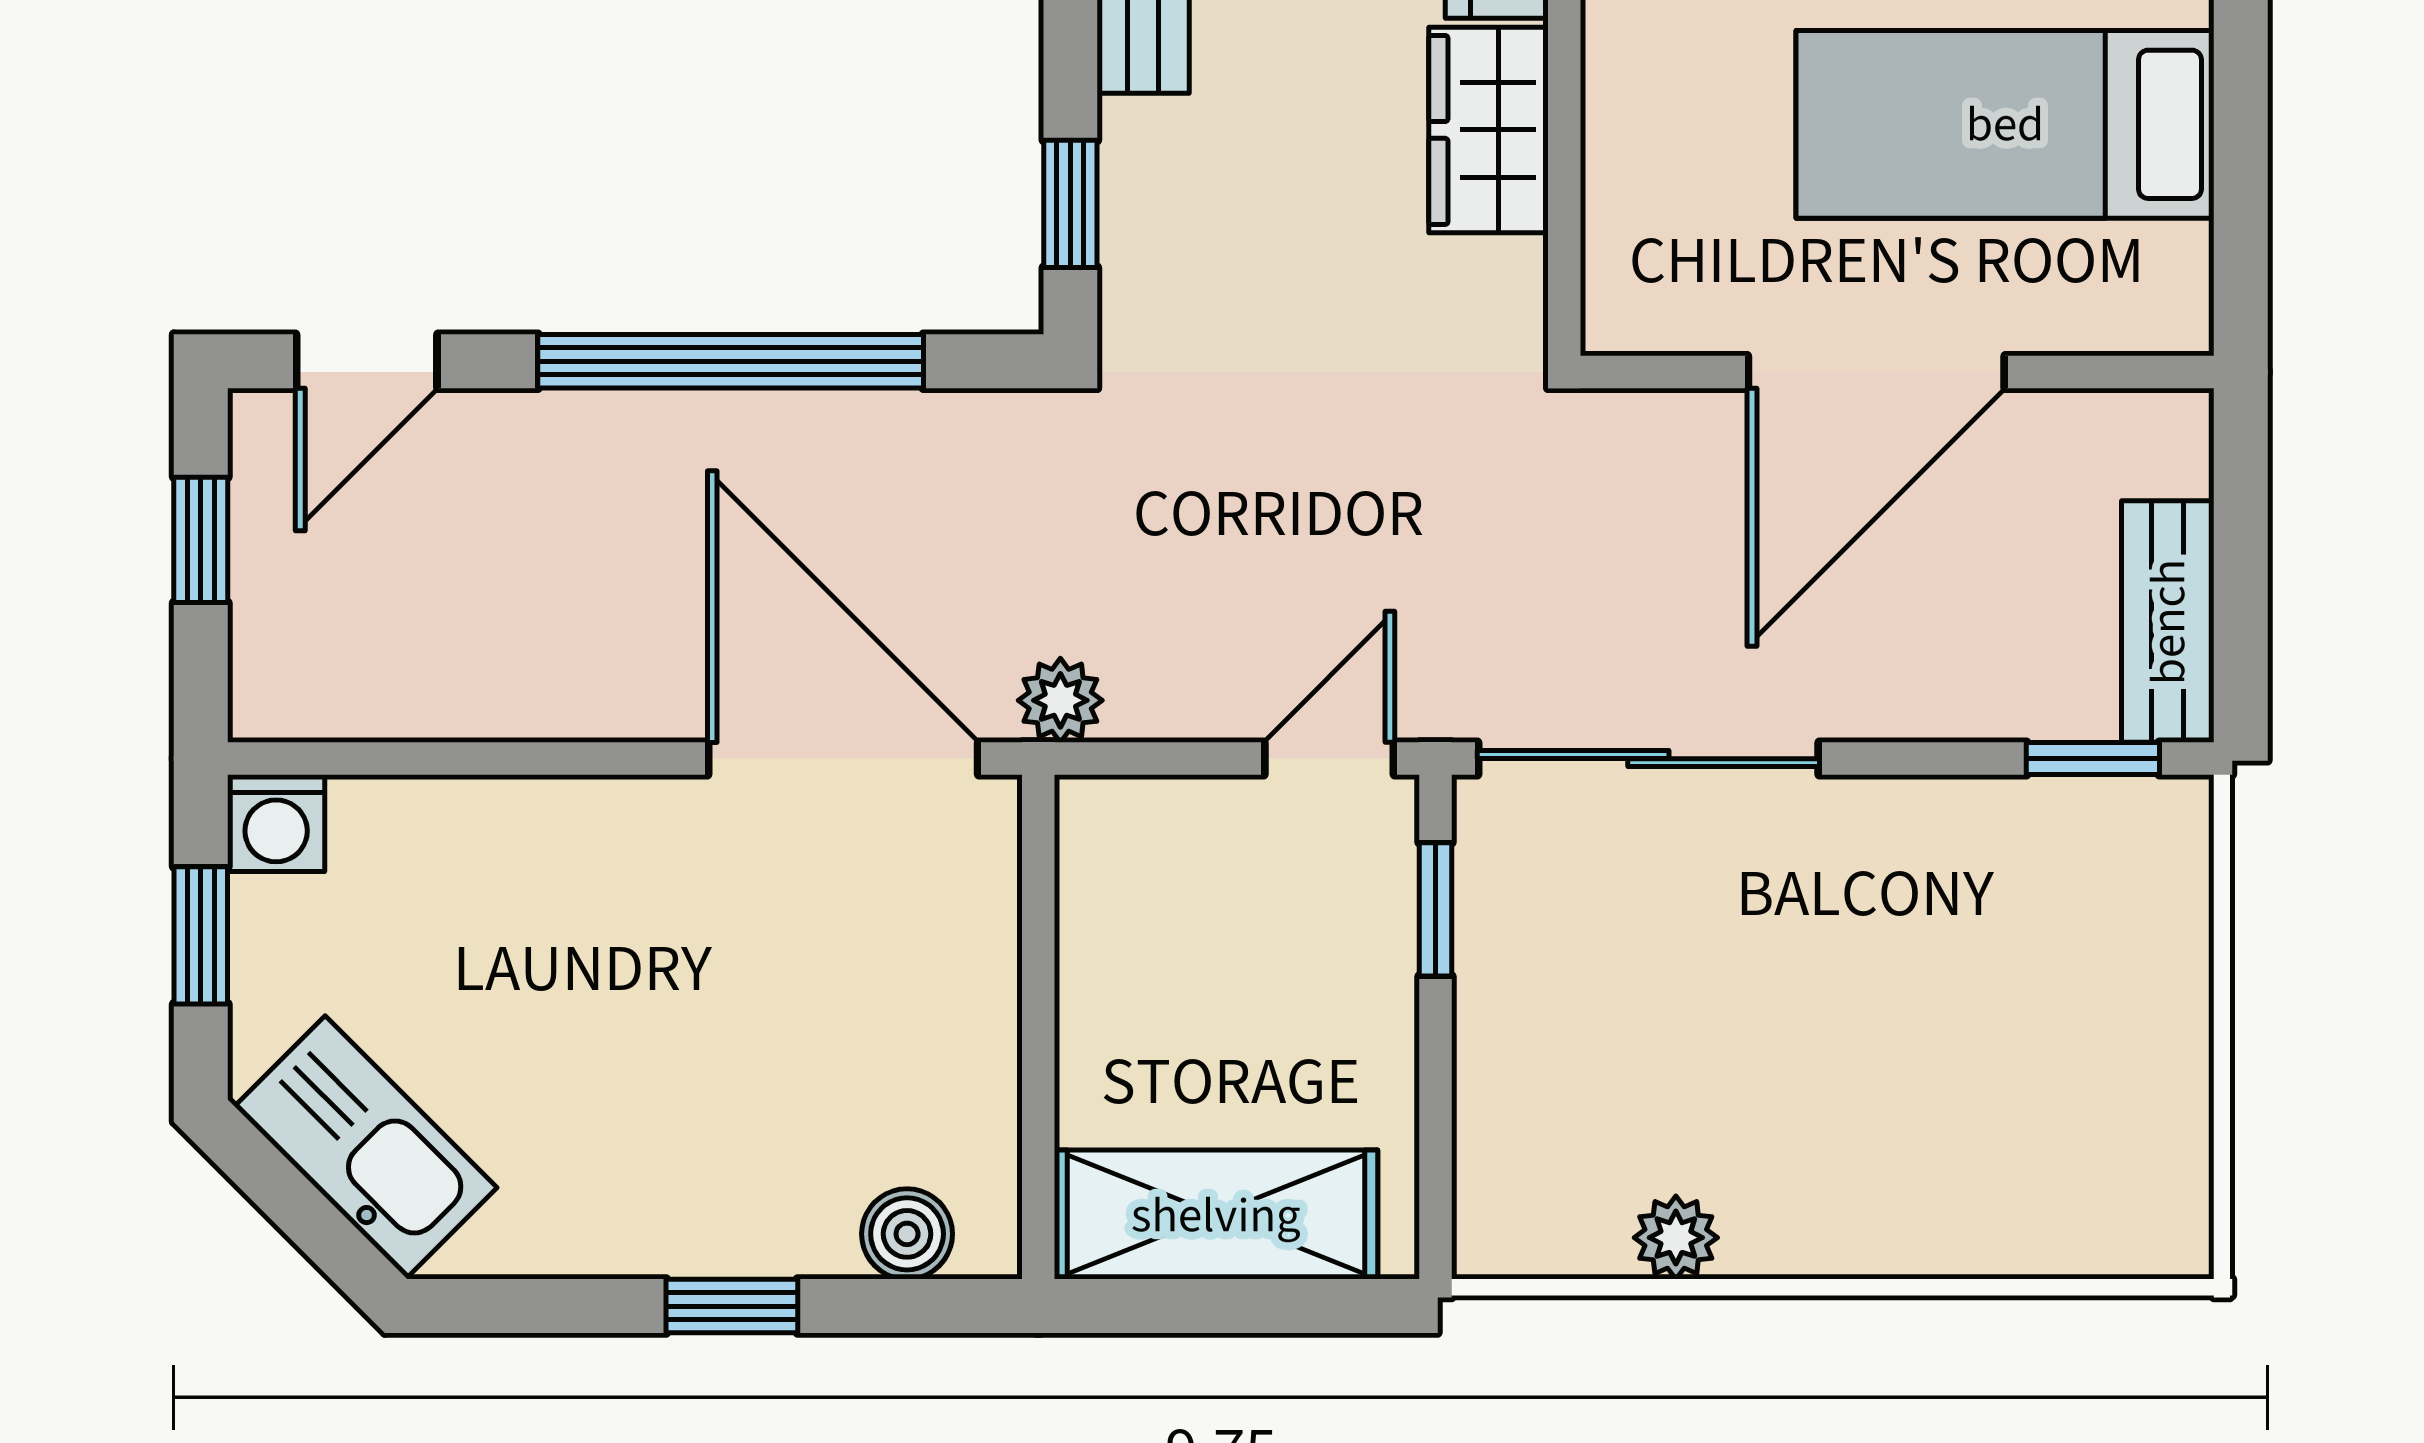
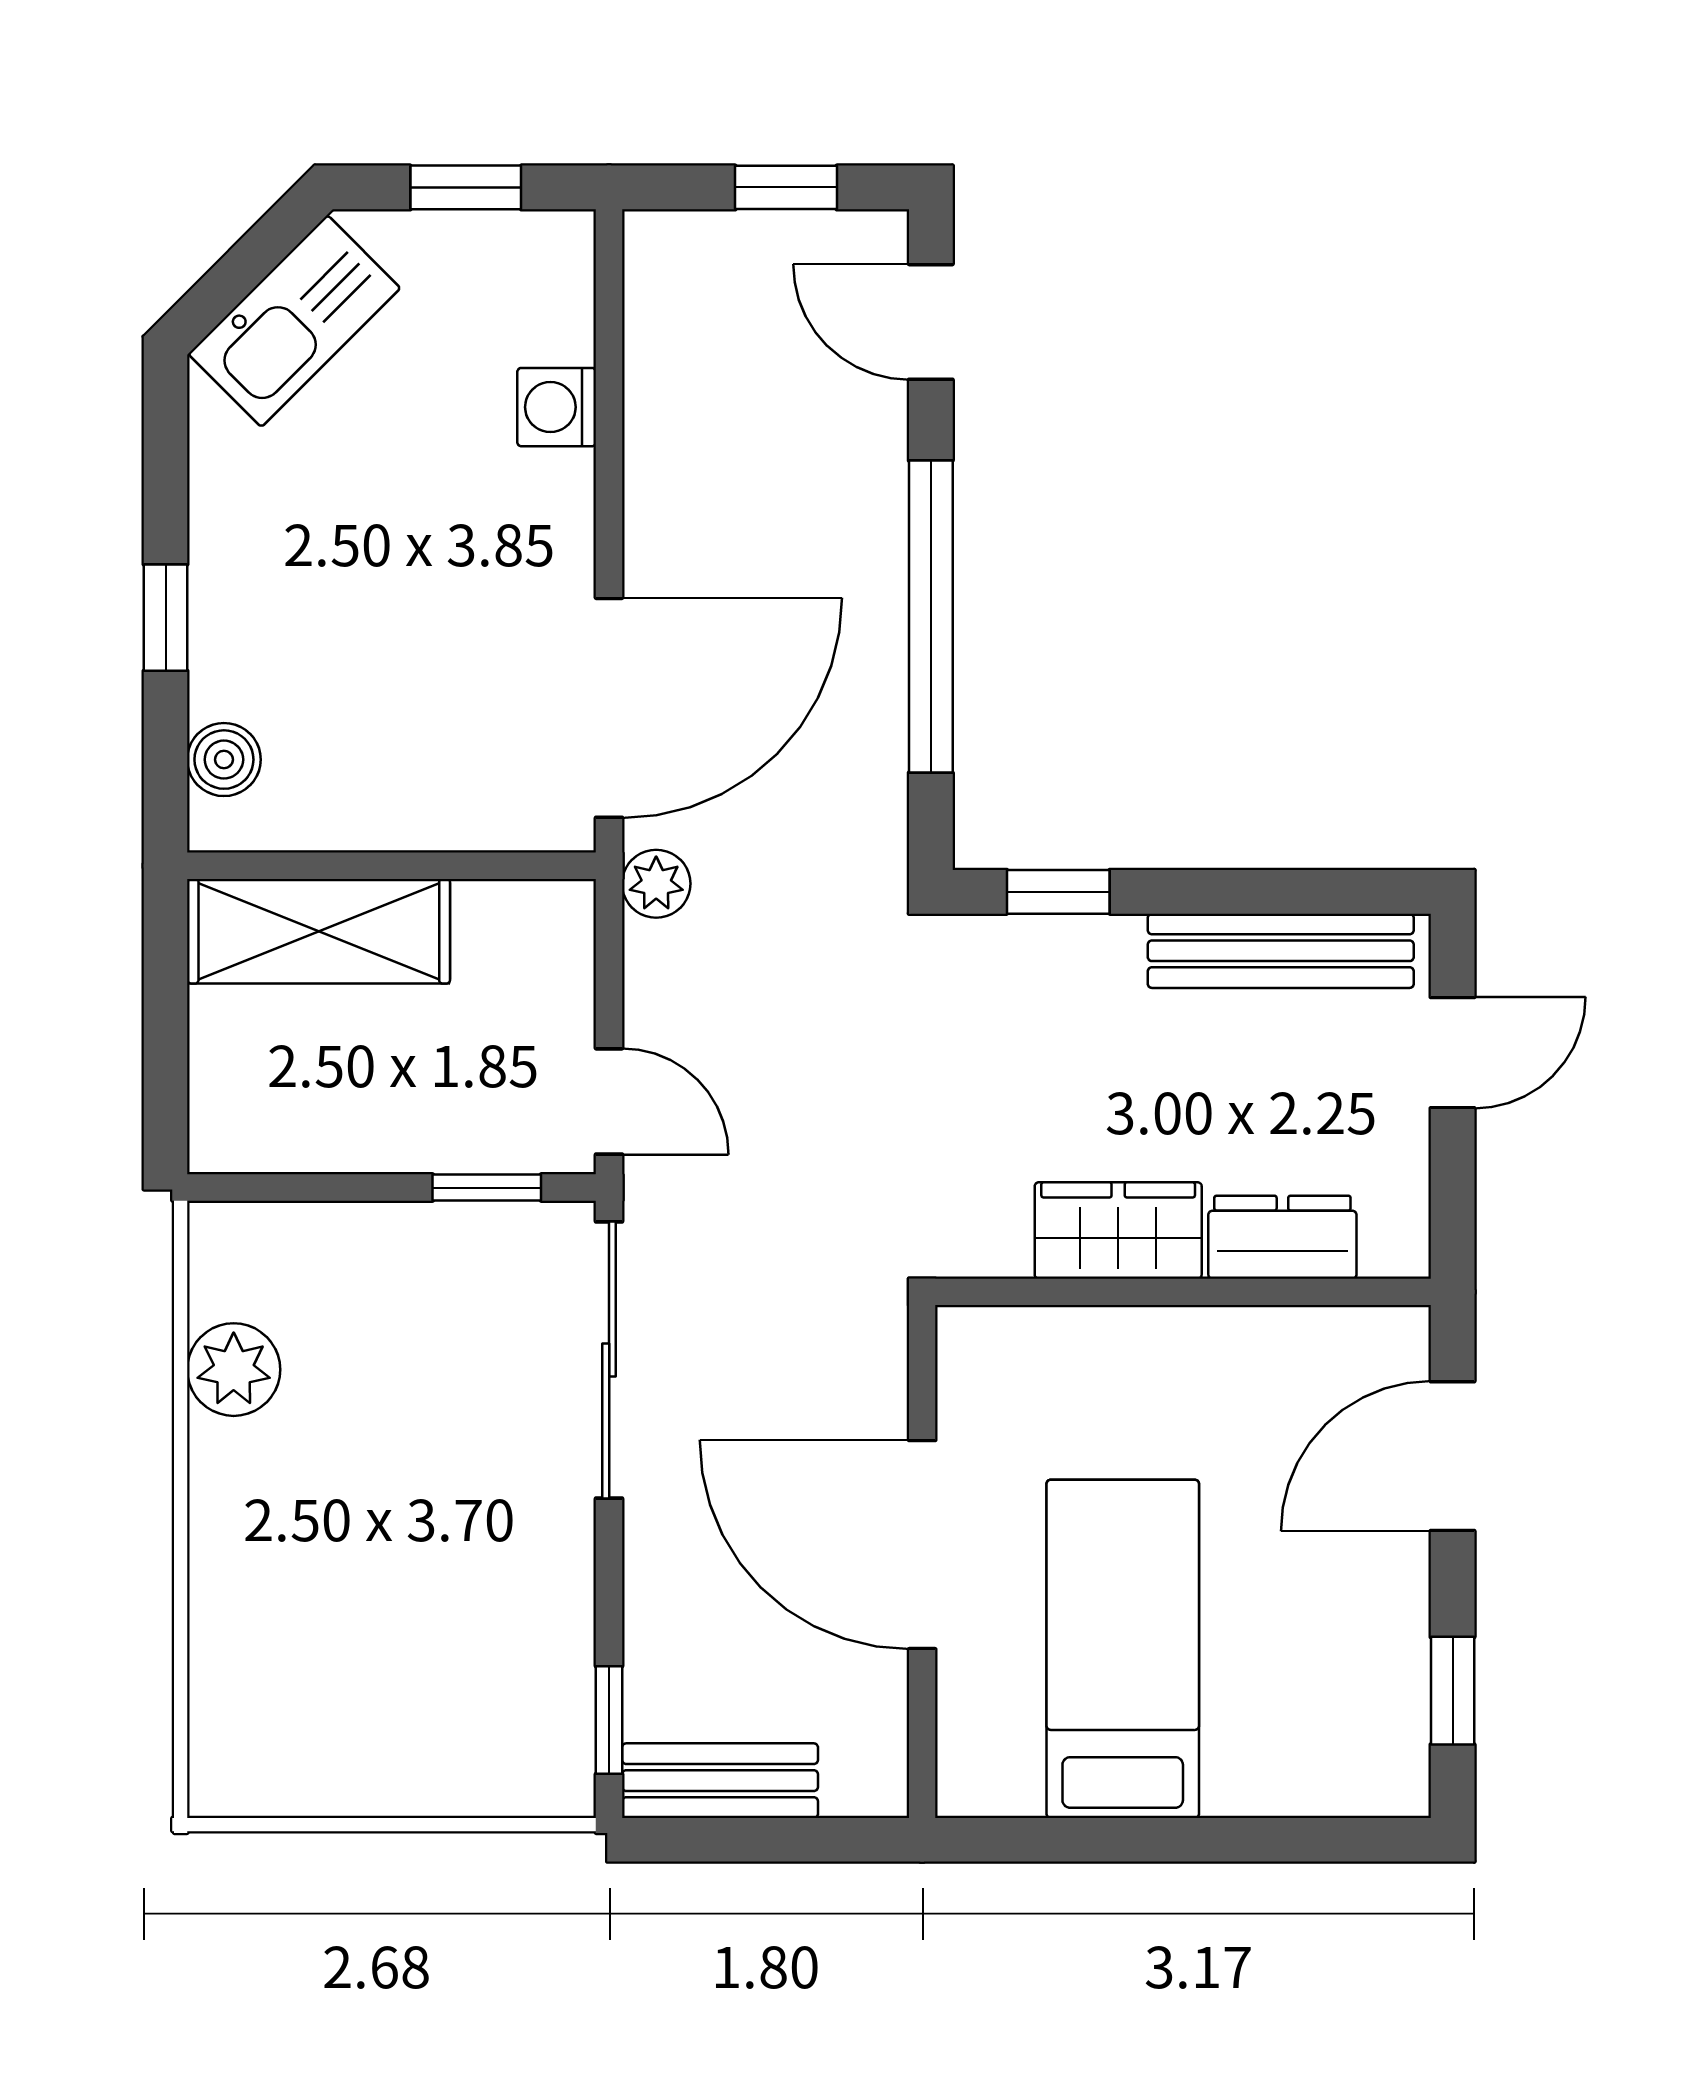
washing machine: (276, 823) -> (557, 407), moved
shelving: (1216, 1215) -> (319, 931), moved, turned 90
plant: (1676, 1238) -> (234, 1370), width x1.38, depth x1.38

